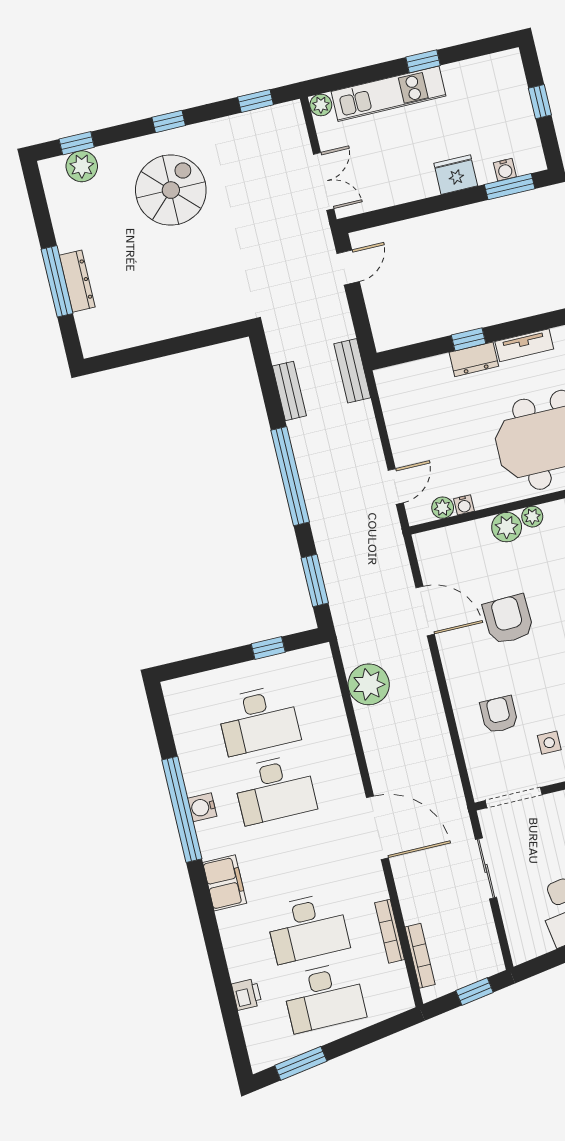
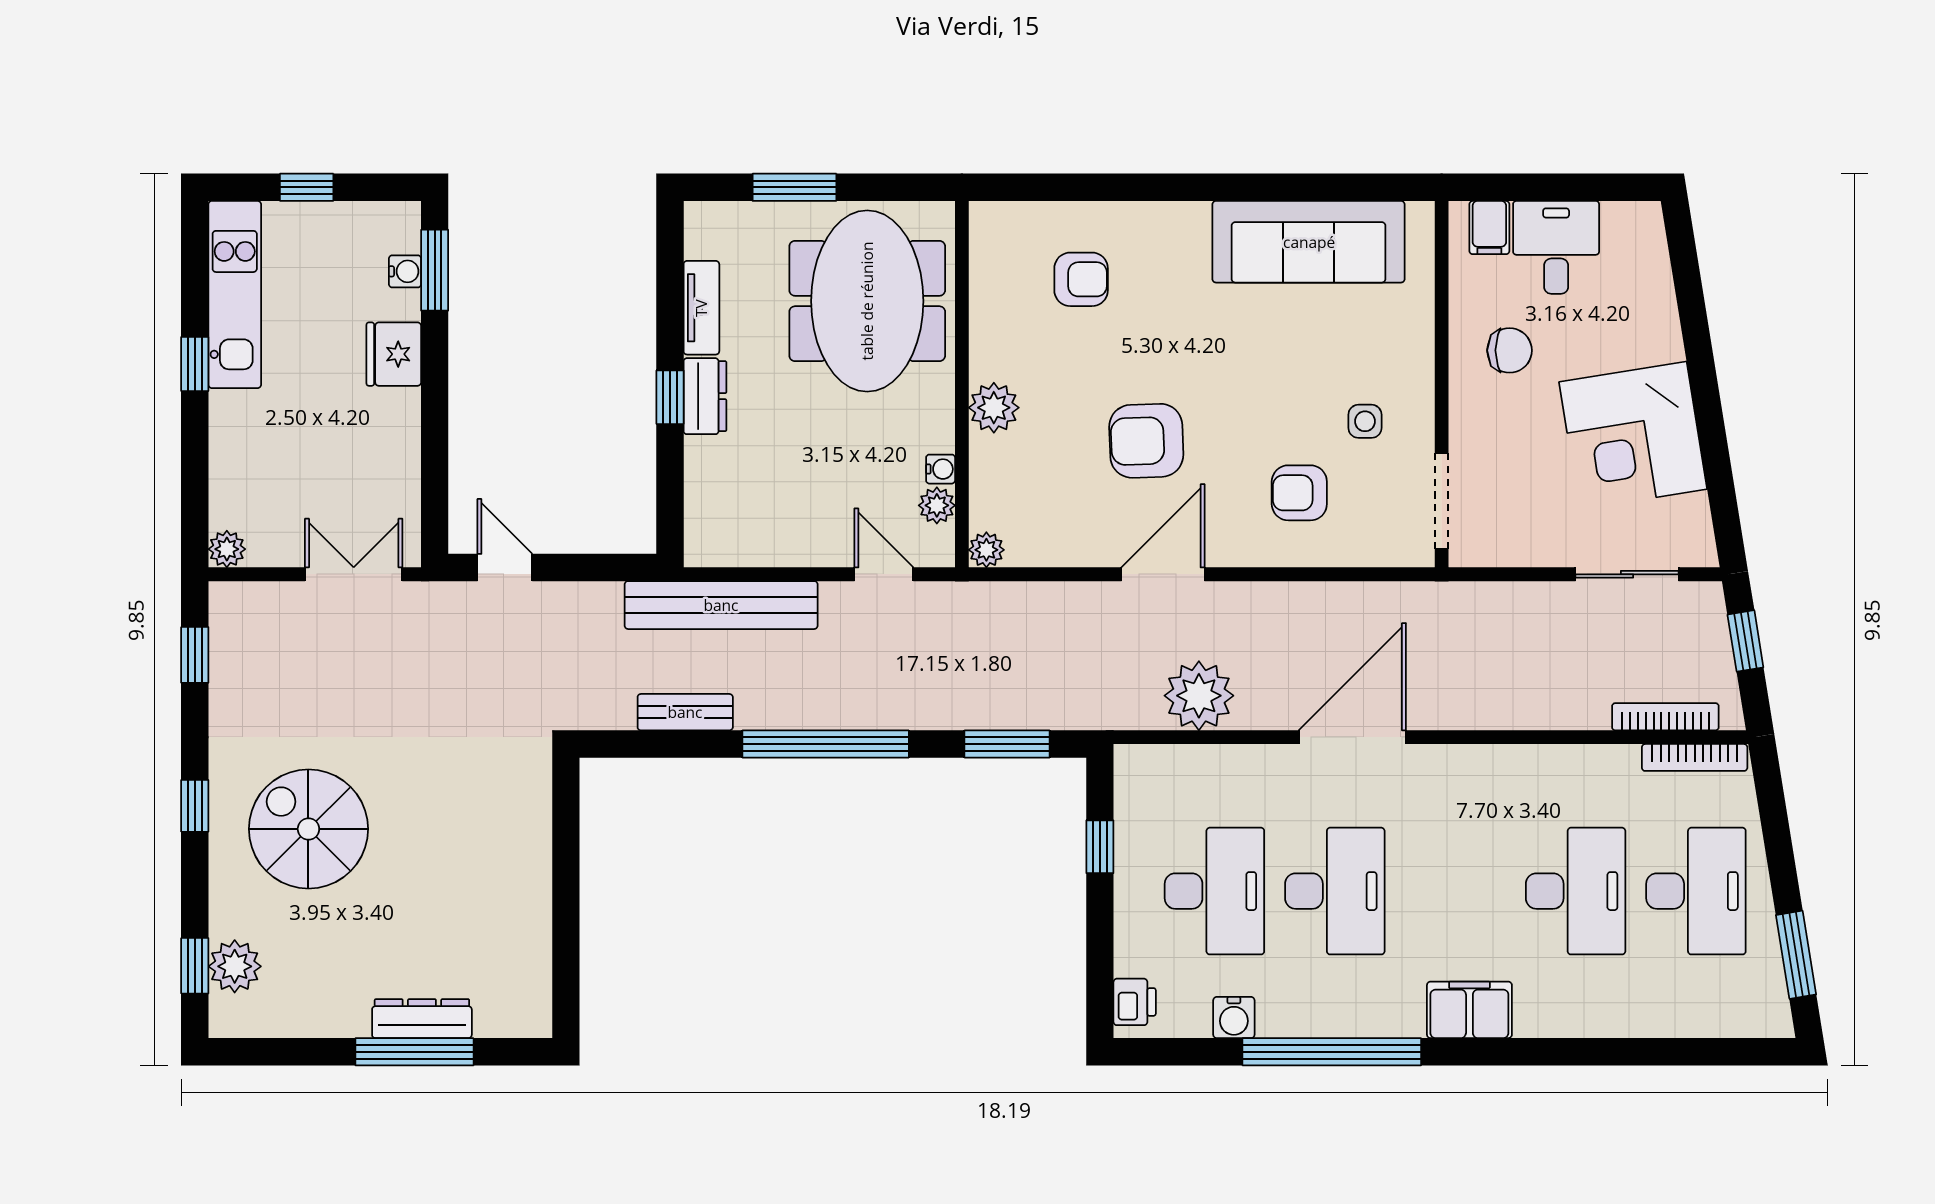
kitchen unit: (389, 94) -> (235, 294), moved
bench: (352, 371) -> (721, 605), width x1.86, depth x1.21
plant: (532, 517) -> (986, 550), moved
door: (425, 611) -> (1163, 574), moved
water cooler: (202, 807) -> (1234, 1018), moved
door: (377, 828) -> (1352, 737), moved
sliding door: (486, 868) -> (1627, 574), moved
bookcase: (389, 931) -> (1695, 757), moved
printer: (247, 994) -> (1135, 1002), moved, turned 90

